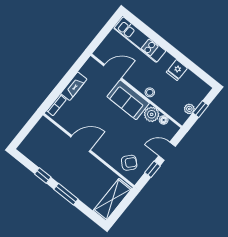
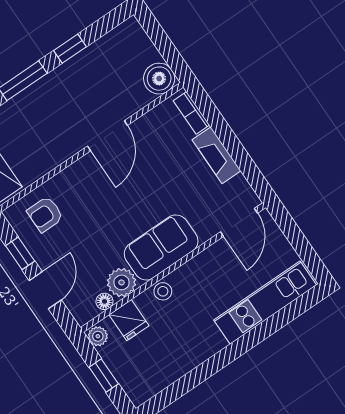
fridge: (177, 70) -> (129, 320), moved, turned 180
door: (113, 72) -> (239, 222), moved
plant: (189, 109) -> (98, 336), moved
boiler: (44, 126) -> (159, 79), added
armchair: (129, 163) -> (45, 214), turned 48

